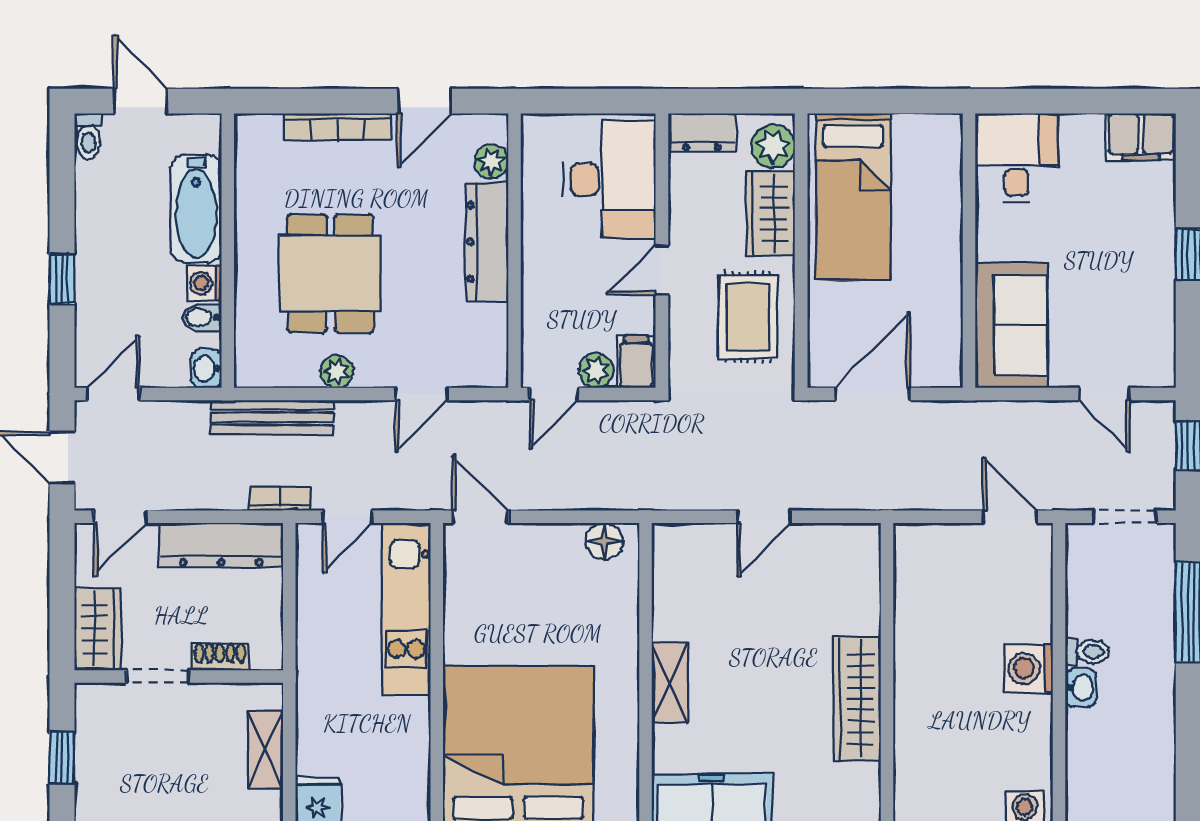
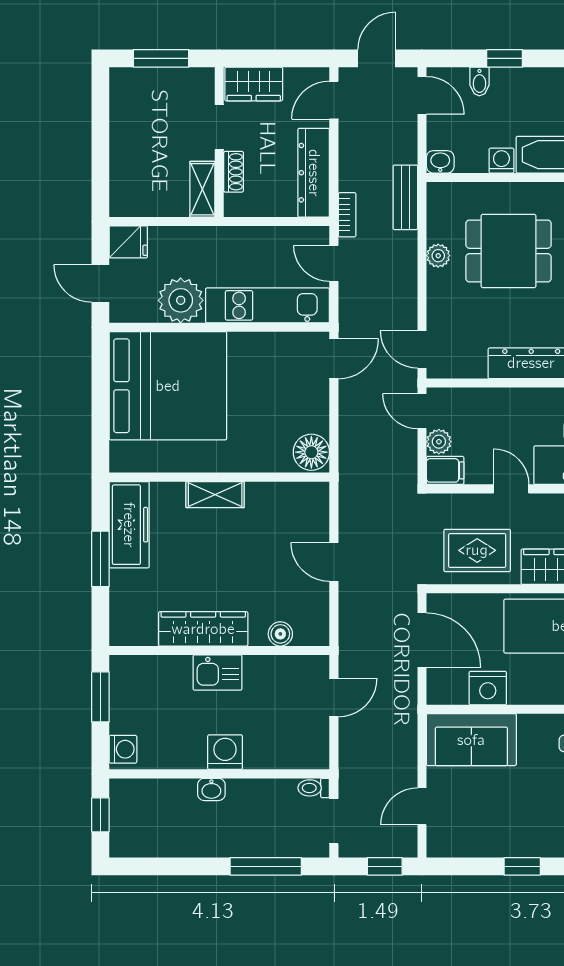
nightstand: (940, 302) -> (488, 688), added
bidet: (202, 317) -> (479, 82), moved, turned 180
door: (421, 394) -> (422, 349), moved
bench: (272, 417) -> (405, 197), width x0.73
door: (120, 517) -> (334, 100), hinge flipped
door: (1010, 517) -> (334, 698), moved
floor lamp: (604, 541) -> (311, 452), width x1.38, depth x1.38
boiler: (864, 591) -> (280, 634), added
toilet: (1087, 652) -> (314, 788), moved, turned 90
kitchen sink: (918, 679) -> (218, 673), added
plant: (399, 730) -> (181, 300), added
shelving: (266, 750) -> (202, 189), moved, turned 90
window: (62, 758) -> (161, 58), width x1.50

